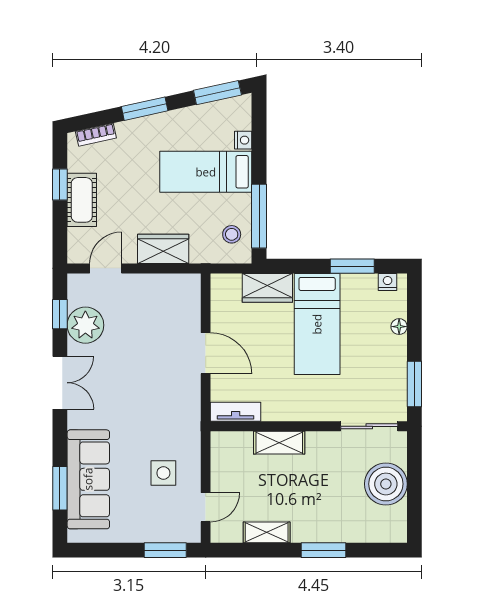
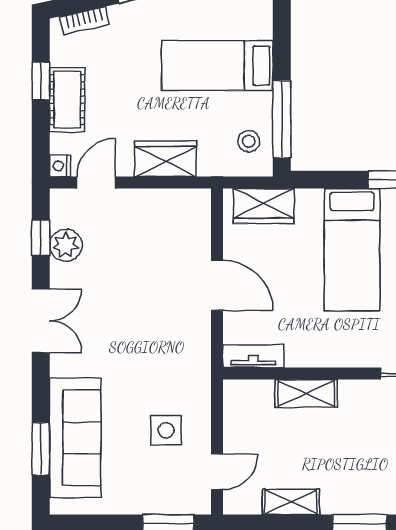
nightstand: (243, 140) -> (60, 166), moved, turned 180
wardrobe: (267, 288) -> (264, 206), moved
plant: (85, 325) -> (66, 245), width x0.73, depth x0.73

